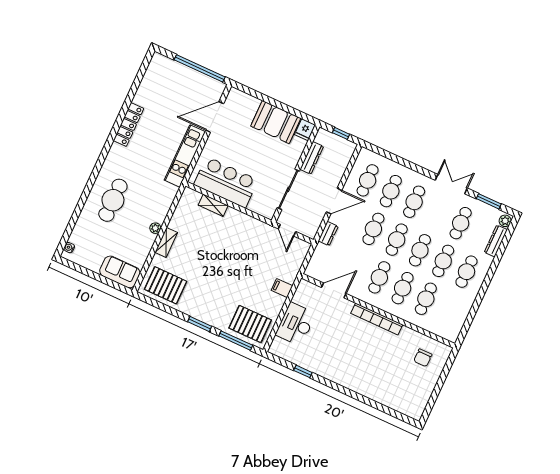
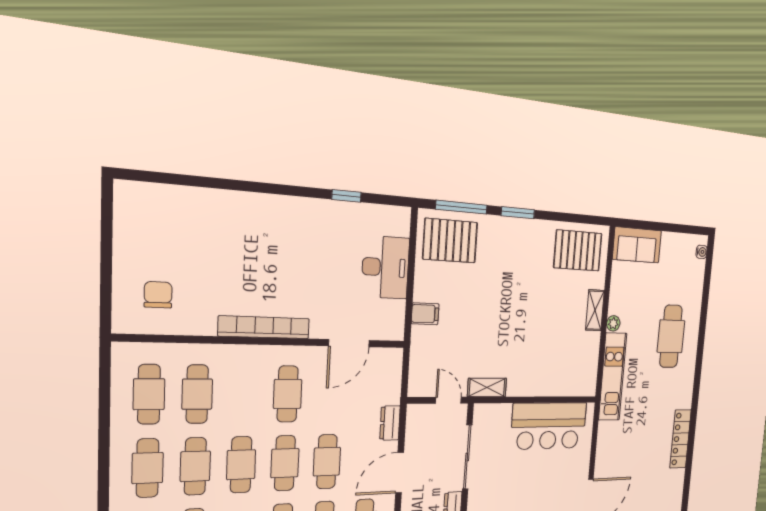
kitchen unit: (185, 156) -> (613, 377), moved
shelving: (213, 205) -> (487, 388), moved
cafe table: (403, 288) -> (149, 394), moved

